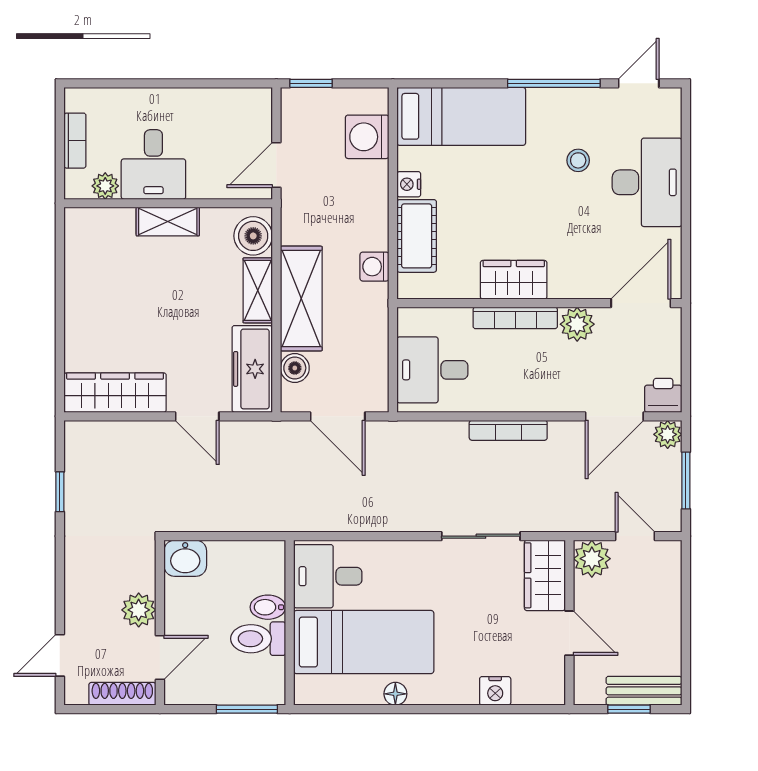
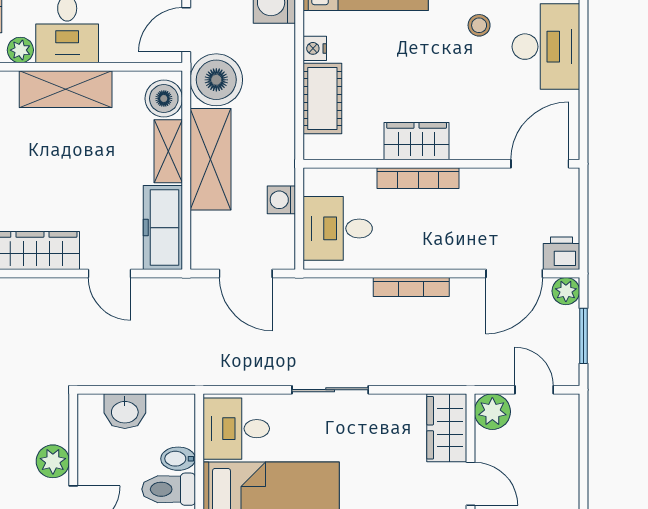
shelving: (168, 222) -> (66, 89), width x1.50, depth x1.33
washing machine: (374, 267) -> (281, 200), moved
plant: (577, 324) -> (478, 184), removed
boiler: (295, 368) -> (216, 80), moved, width x1.86, depth x1.86
sliding door: (481, 536) -> (330, 390), moved
washbasin: (185, 558) -> (125, 411), moved

